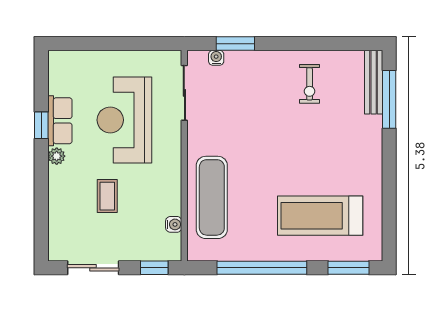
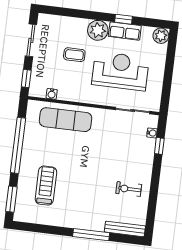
window: (235, 44) -> (159, 146), width x0.67
plant: (60, 63) -> (161, 36), added
window: (389, 99) -> (91, 235), moved
plant: (57, 156) -> (98, 30), width x1.88, depth x1.88
treadmill: (320, 216) -> (46, 186), width x0.73, depth x0.73

